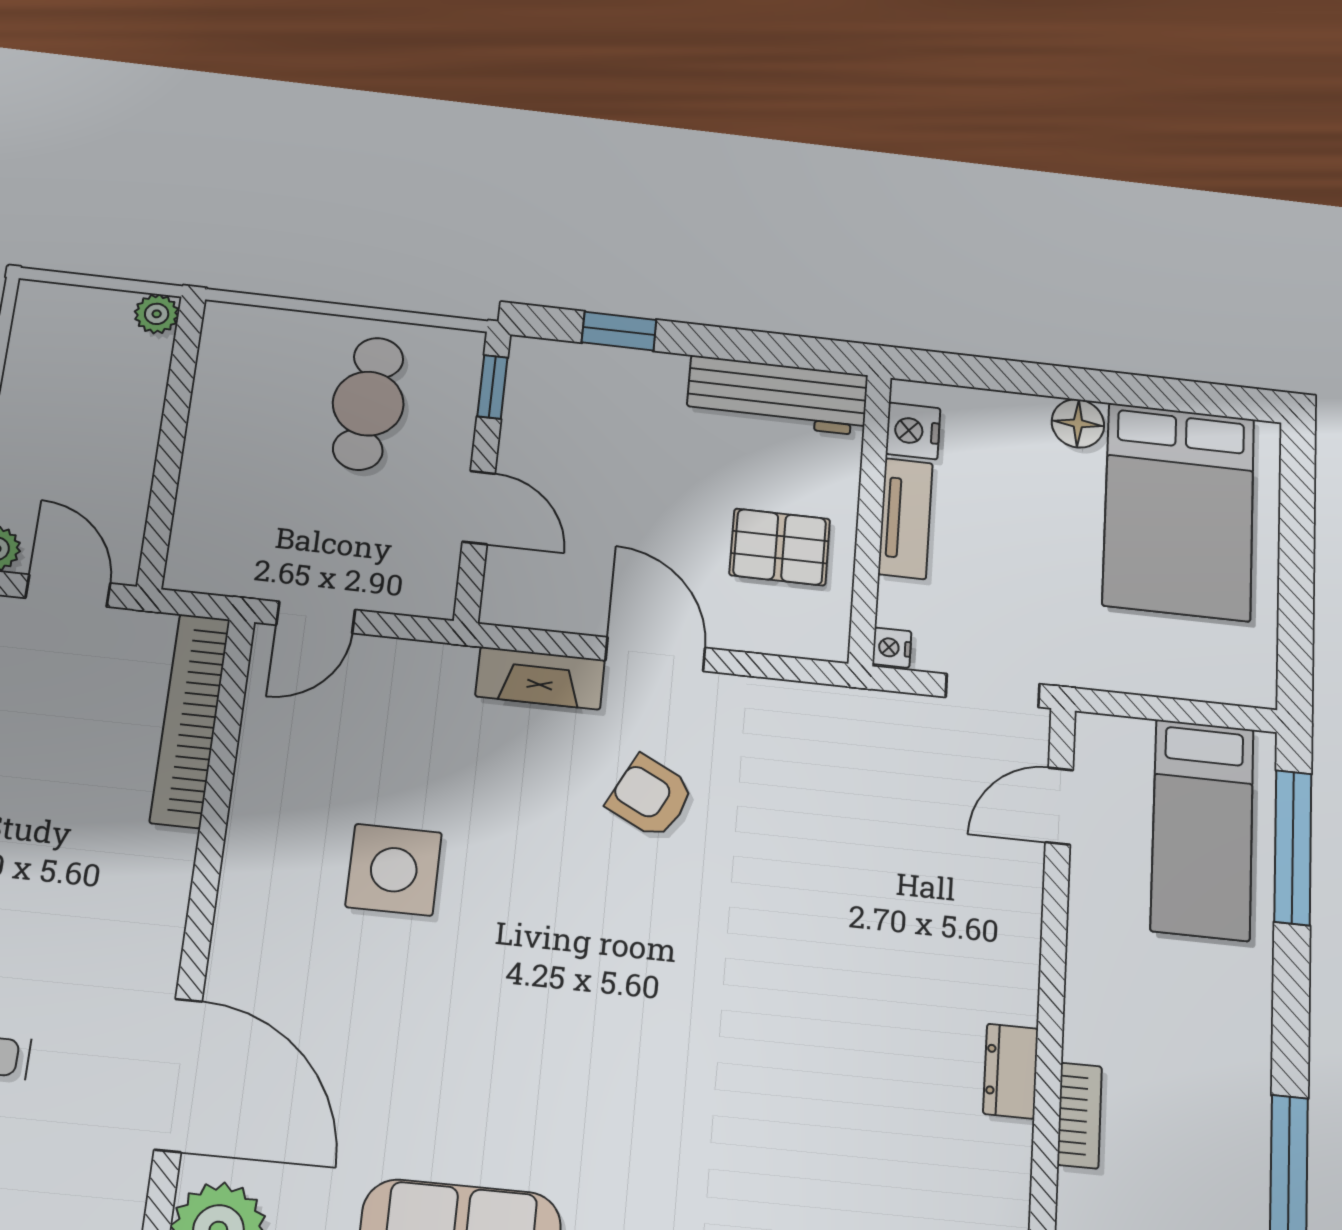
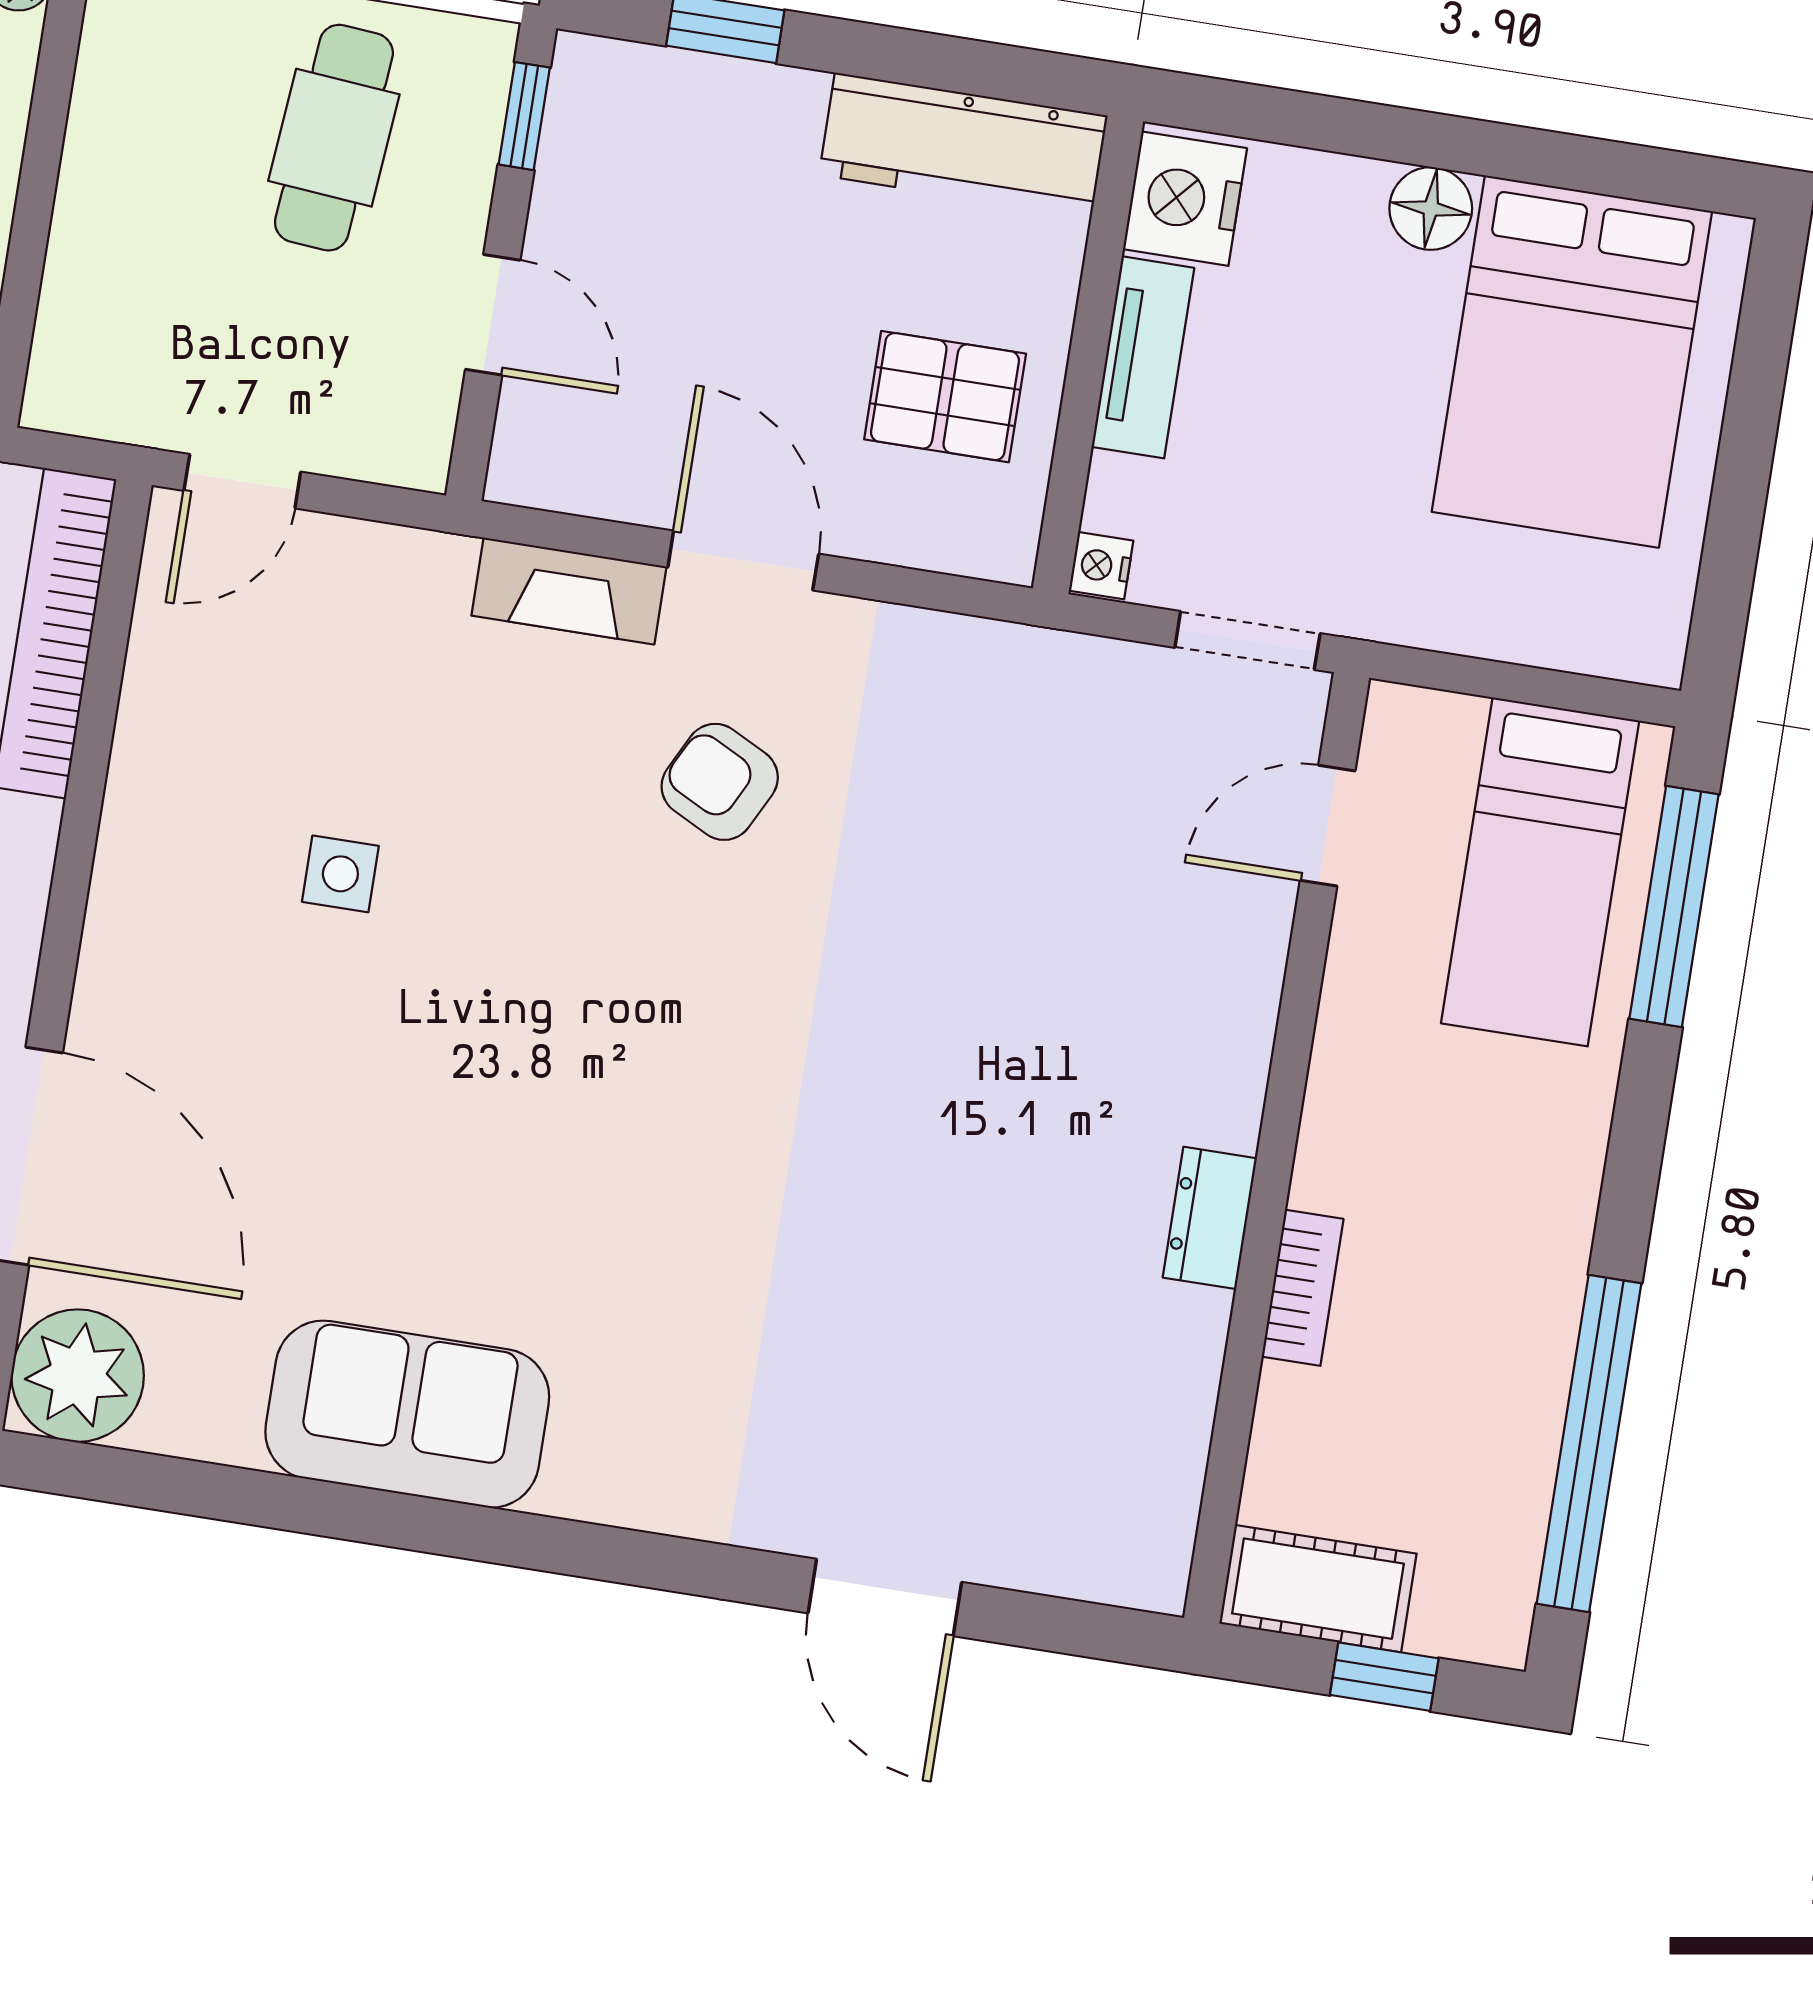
nightstand: (913, 431) -> (1185, 199), width x1.36, depth x1.33
side table: (394, 870) -> (340, 874), width x0.54, depth x0.54

